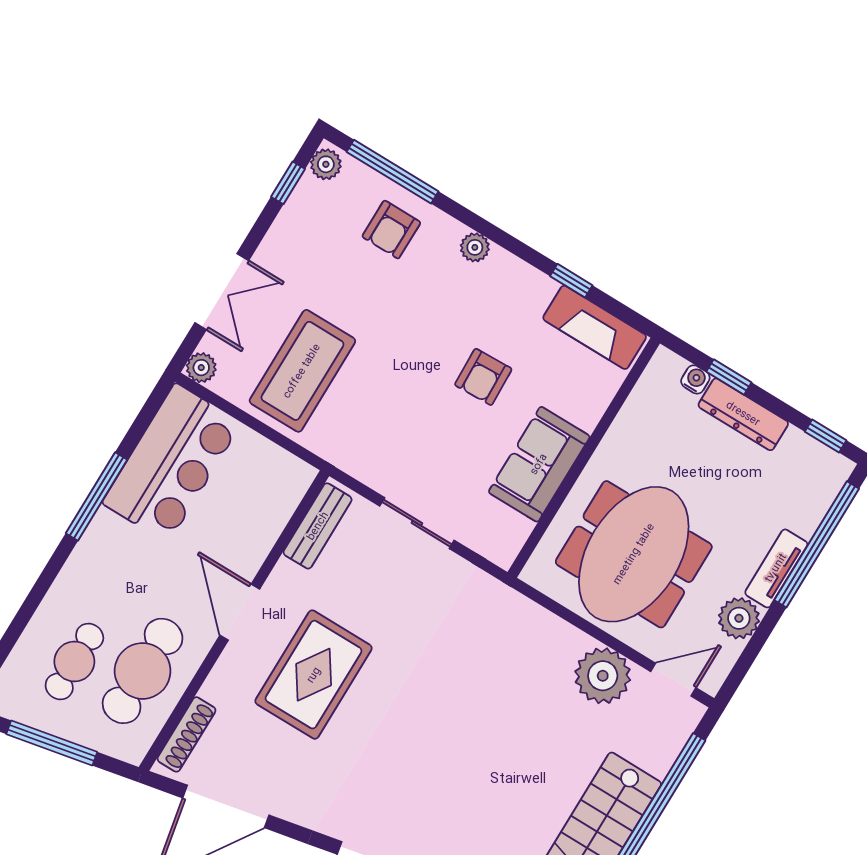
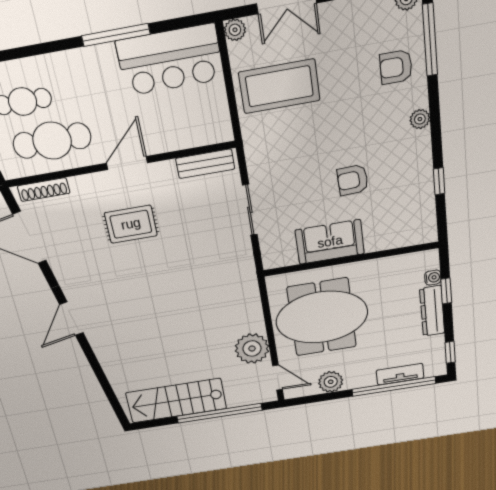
fireplace: (595, 327) -> (423, 212), removed
tv unit: (776, 568) -> (400, 374), moved
rug: (314, 675) -> (131, 224), width x0.73, depth x0.70

